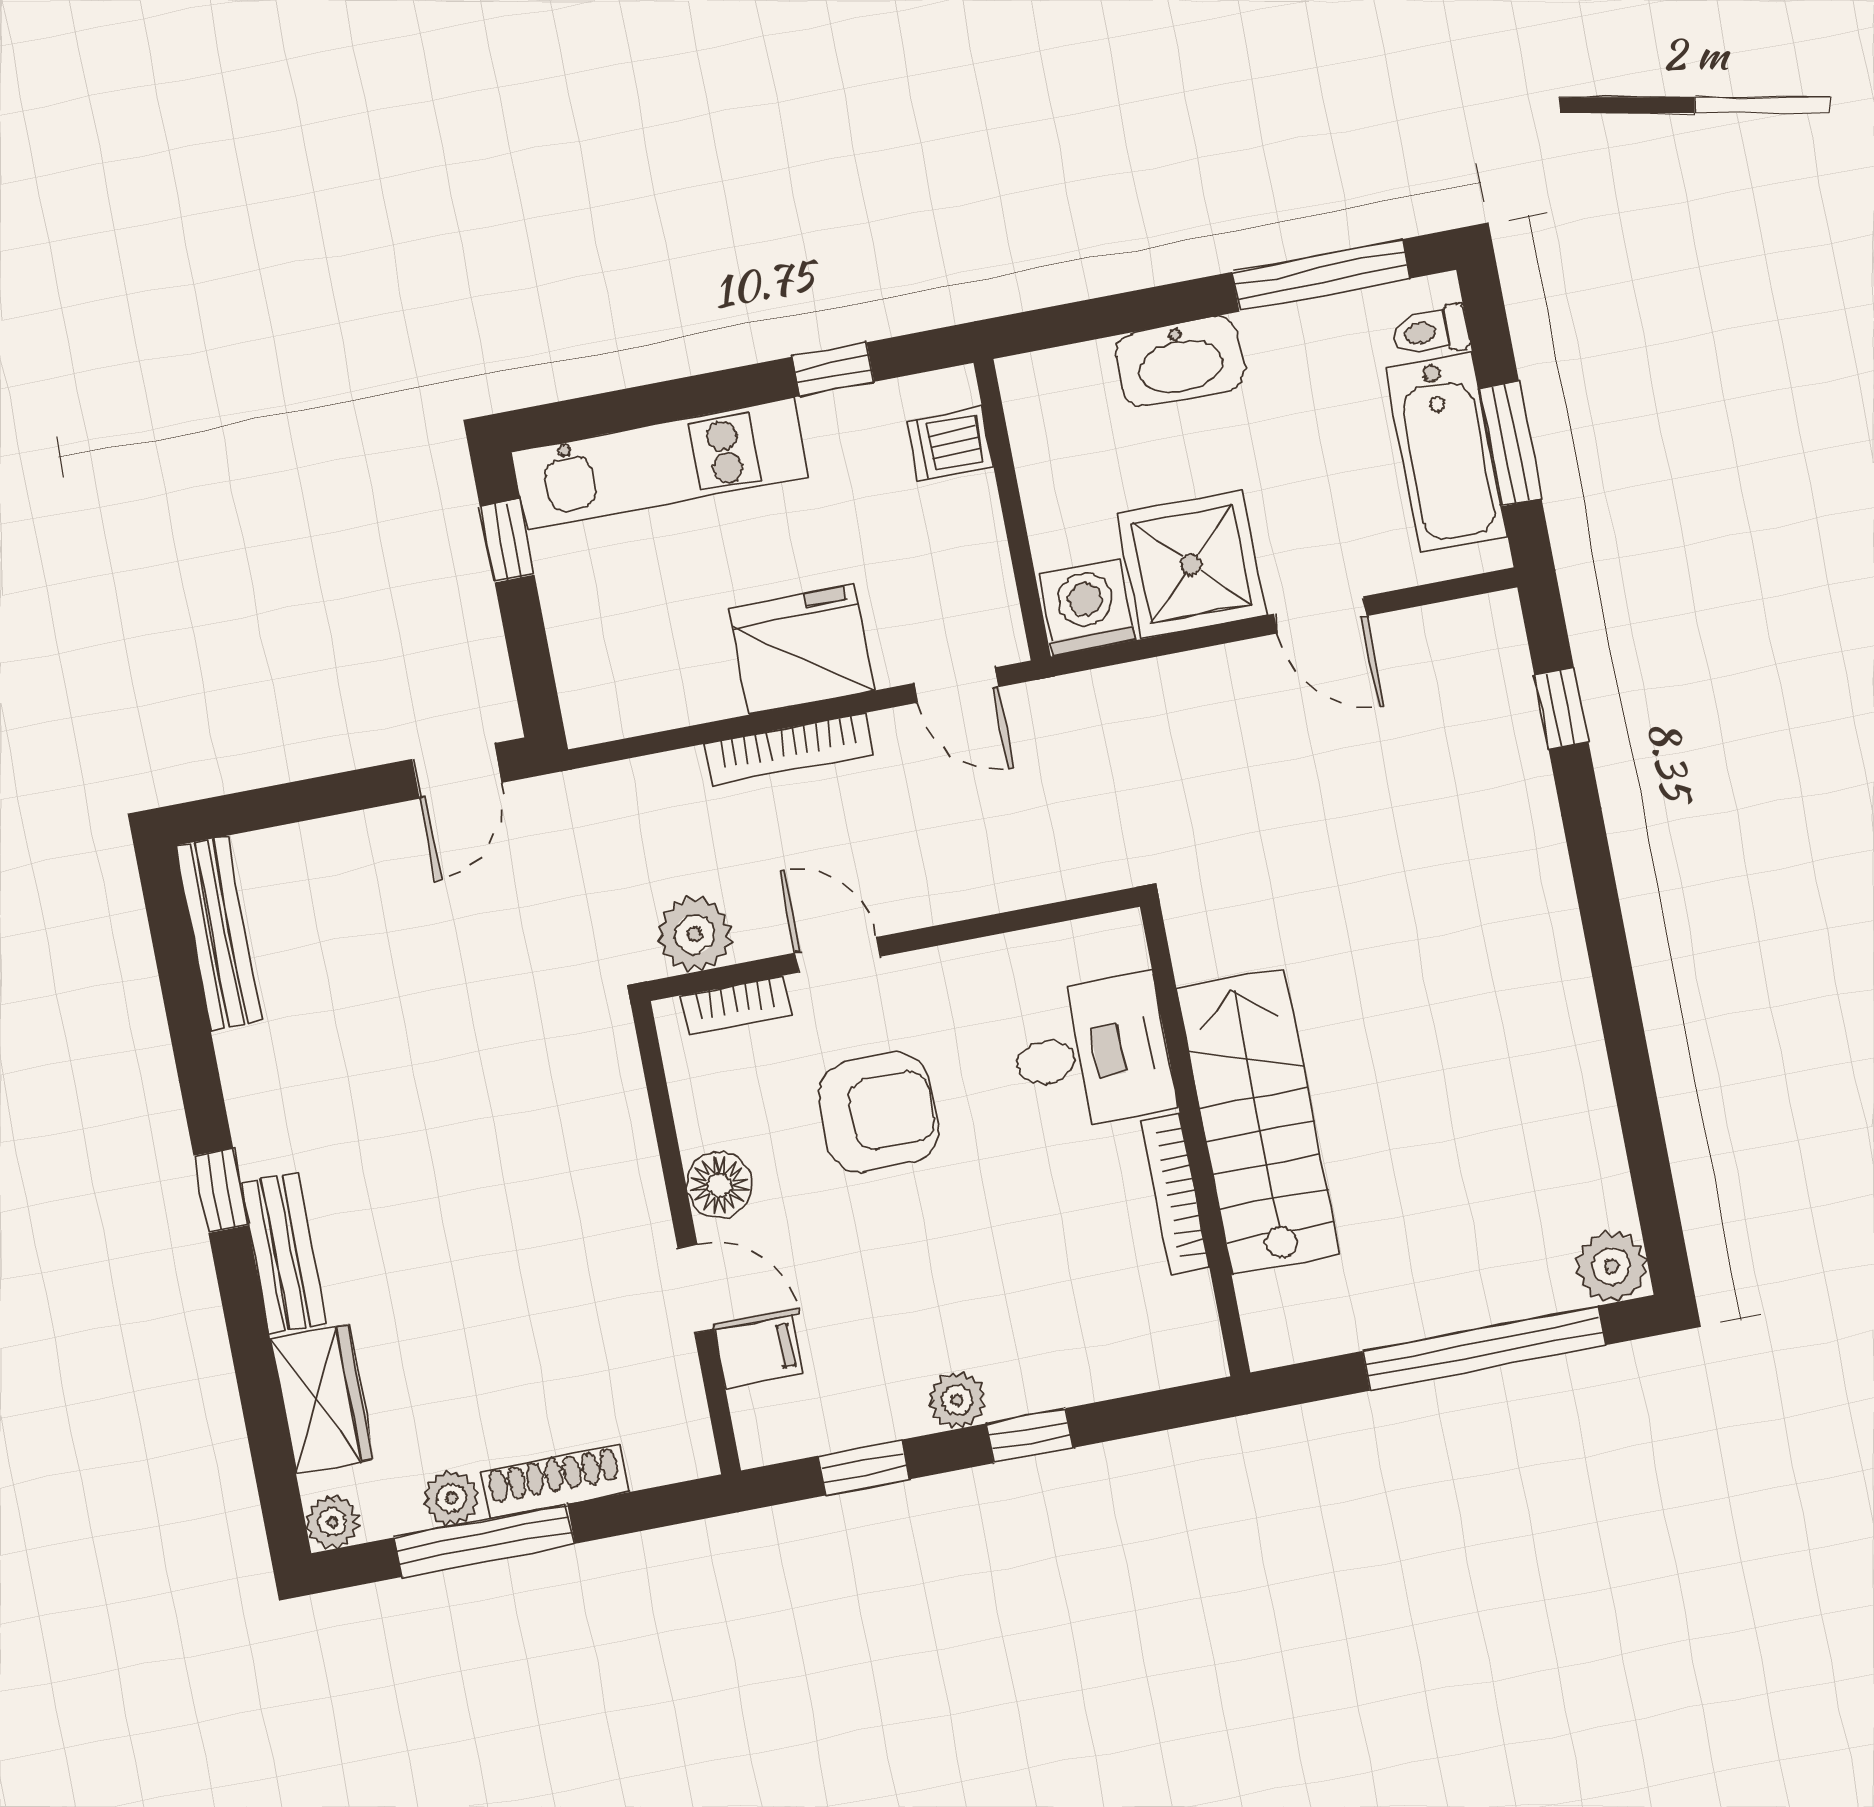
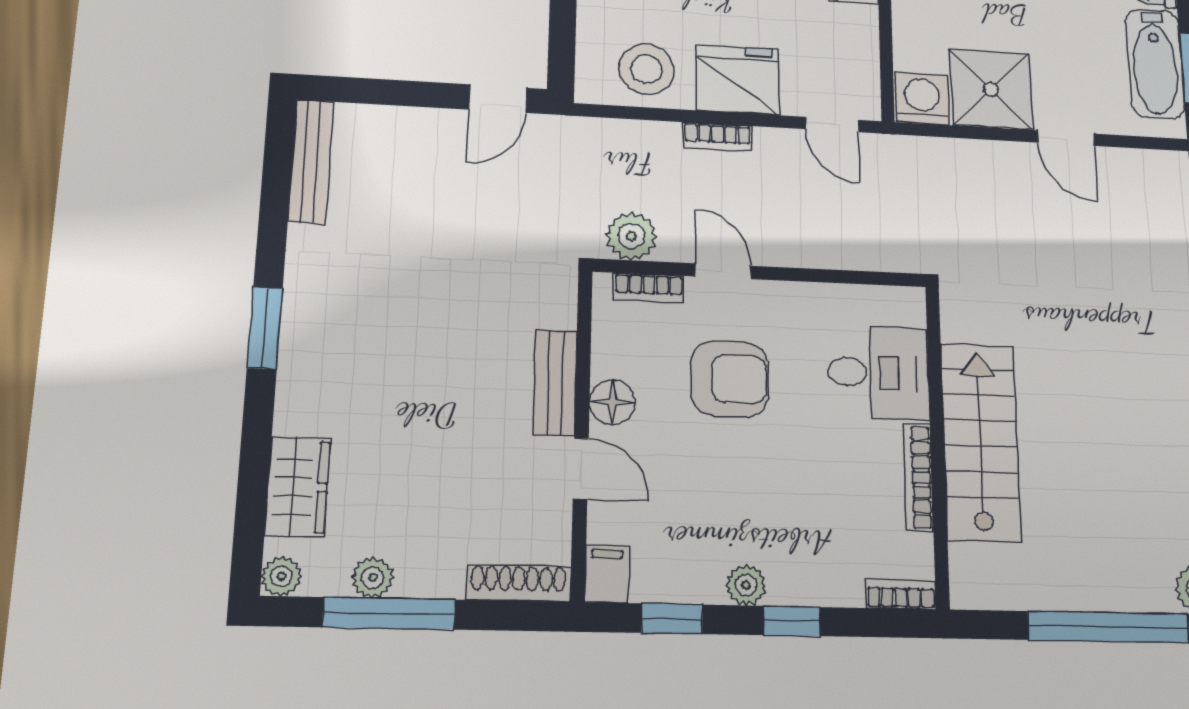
stool: (663, 668) -> (646, 69), added
bookcase: (789, 749) -> (718, 137), width x0.64
window: (221, 1190) -> (265, 328), width x1.50
bench: (283, 1253) -> (555, 383), moved
filing cabinet: (758, 1351) -> (607, 574), moved, turned -90
bookcase: (1177, 1366) -> (901, 594), added
shoe rack: (555, 1482) -> (519, 583), moved

